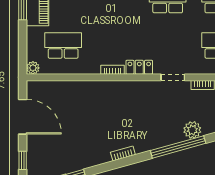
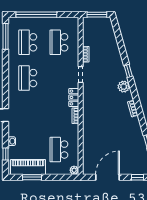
plant: (192, 130) -> (124, 87), moved
window: (178, 147) -> (128, 71), width x0.32

